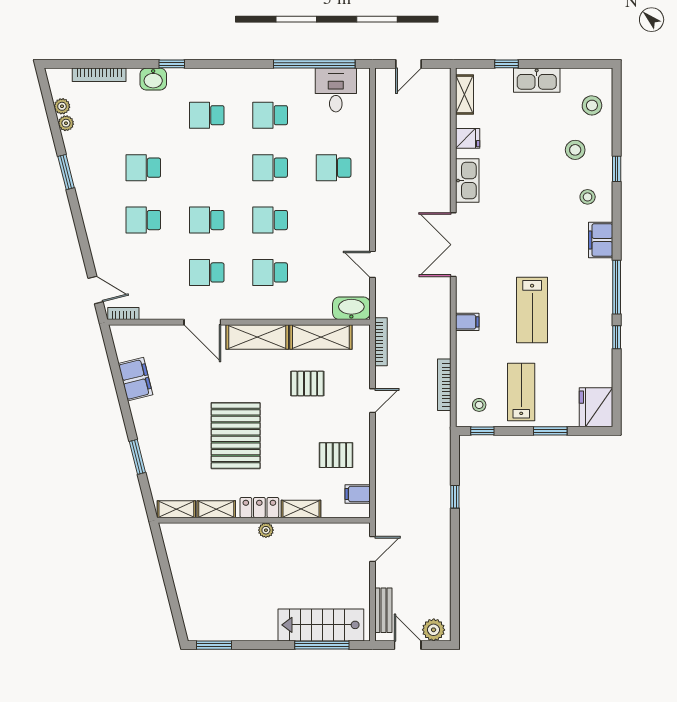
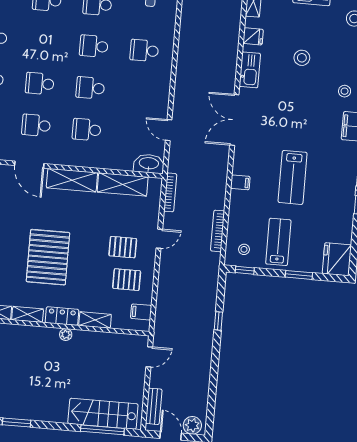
stool: (575, 150) -> (302, 58), moved
pallet: (307, 384) -> (123, 247), moved

